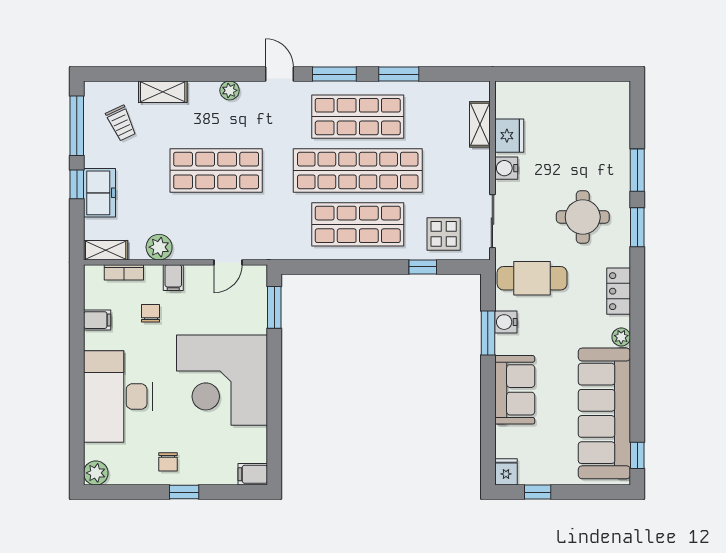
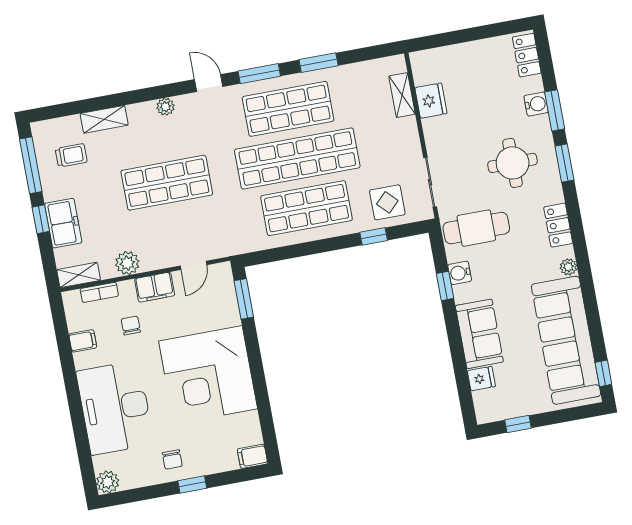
locker: (619, 107) -> (527, 55), added
trolley: (121, 123) -> (71, 155), turned -65
water cooler: (506, 168) -> (536, 104), moved, turned 180
filing cabinet: (173, 278) -> (155, 287), width x2.00
window: (488, 333) -> (445, 286), width x0.67
fridge: (506, 472) -> (481, 379), moved, turned 90

